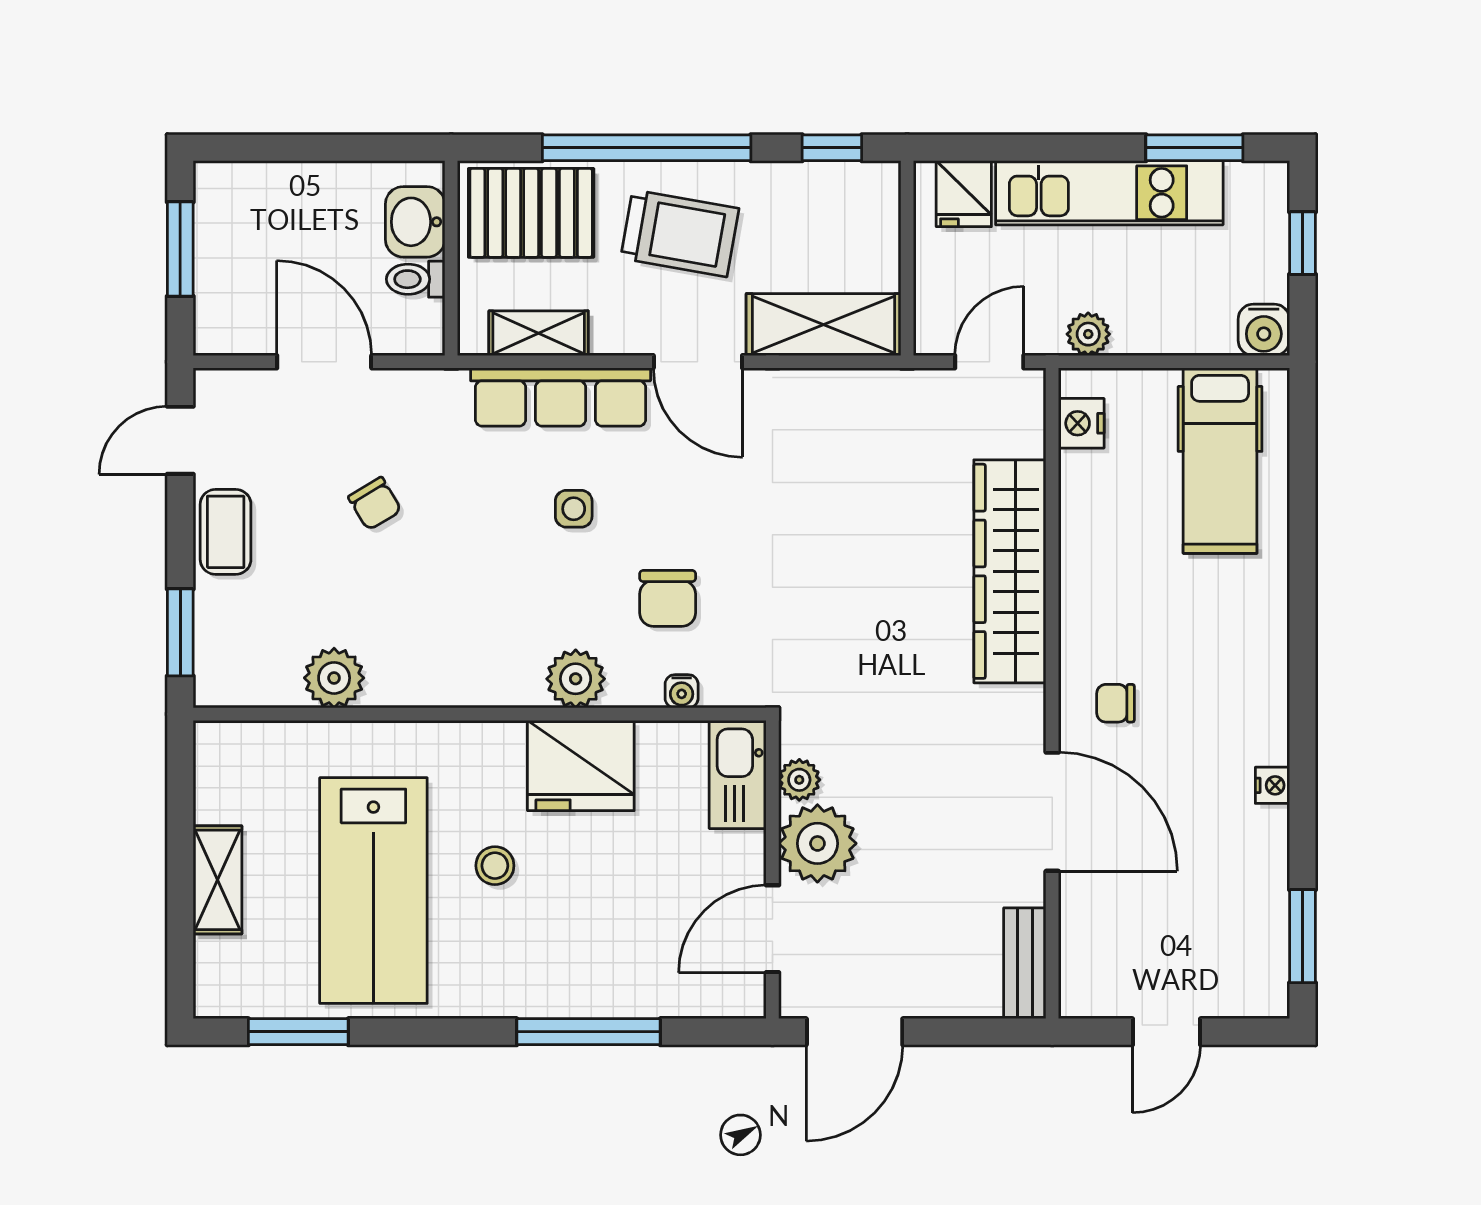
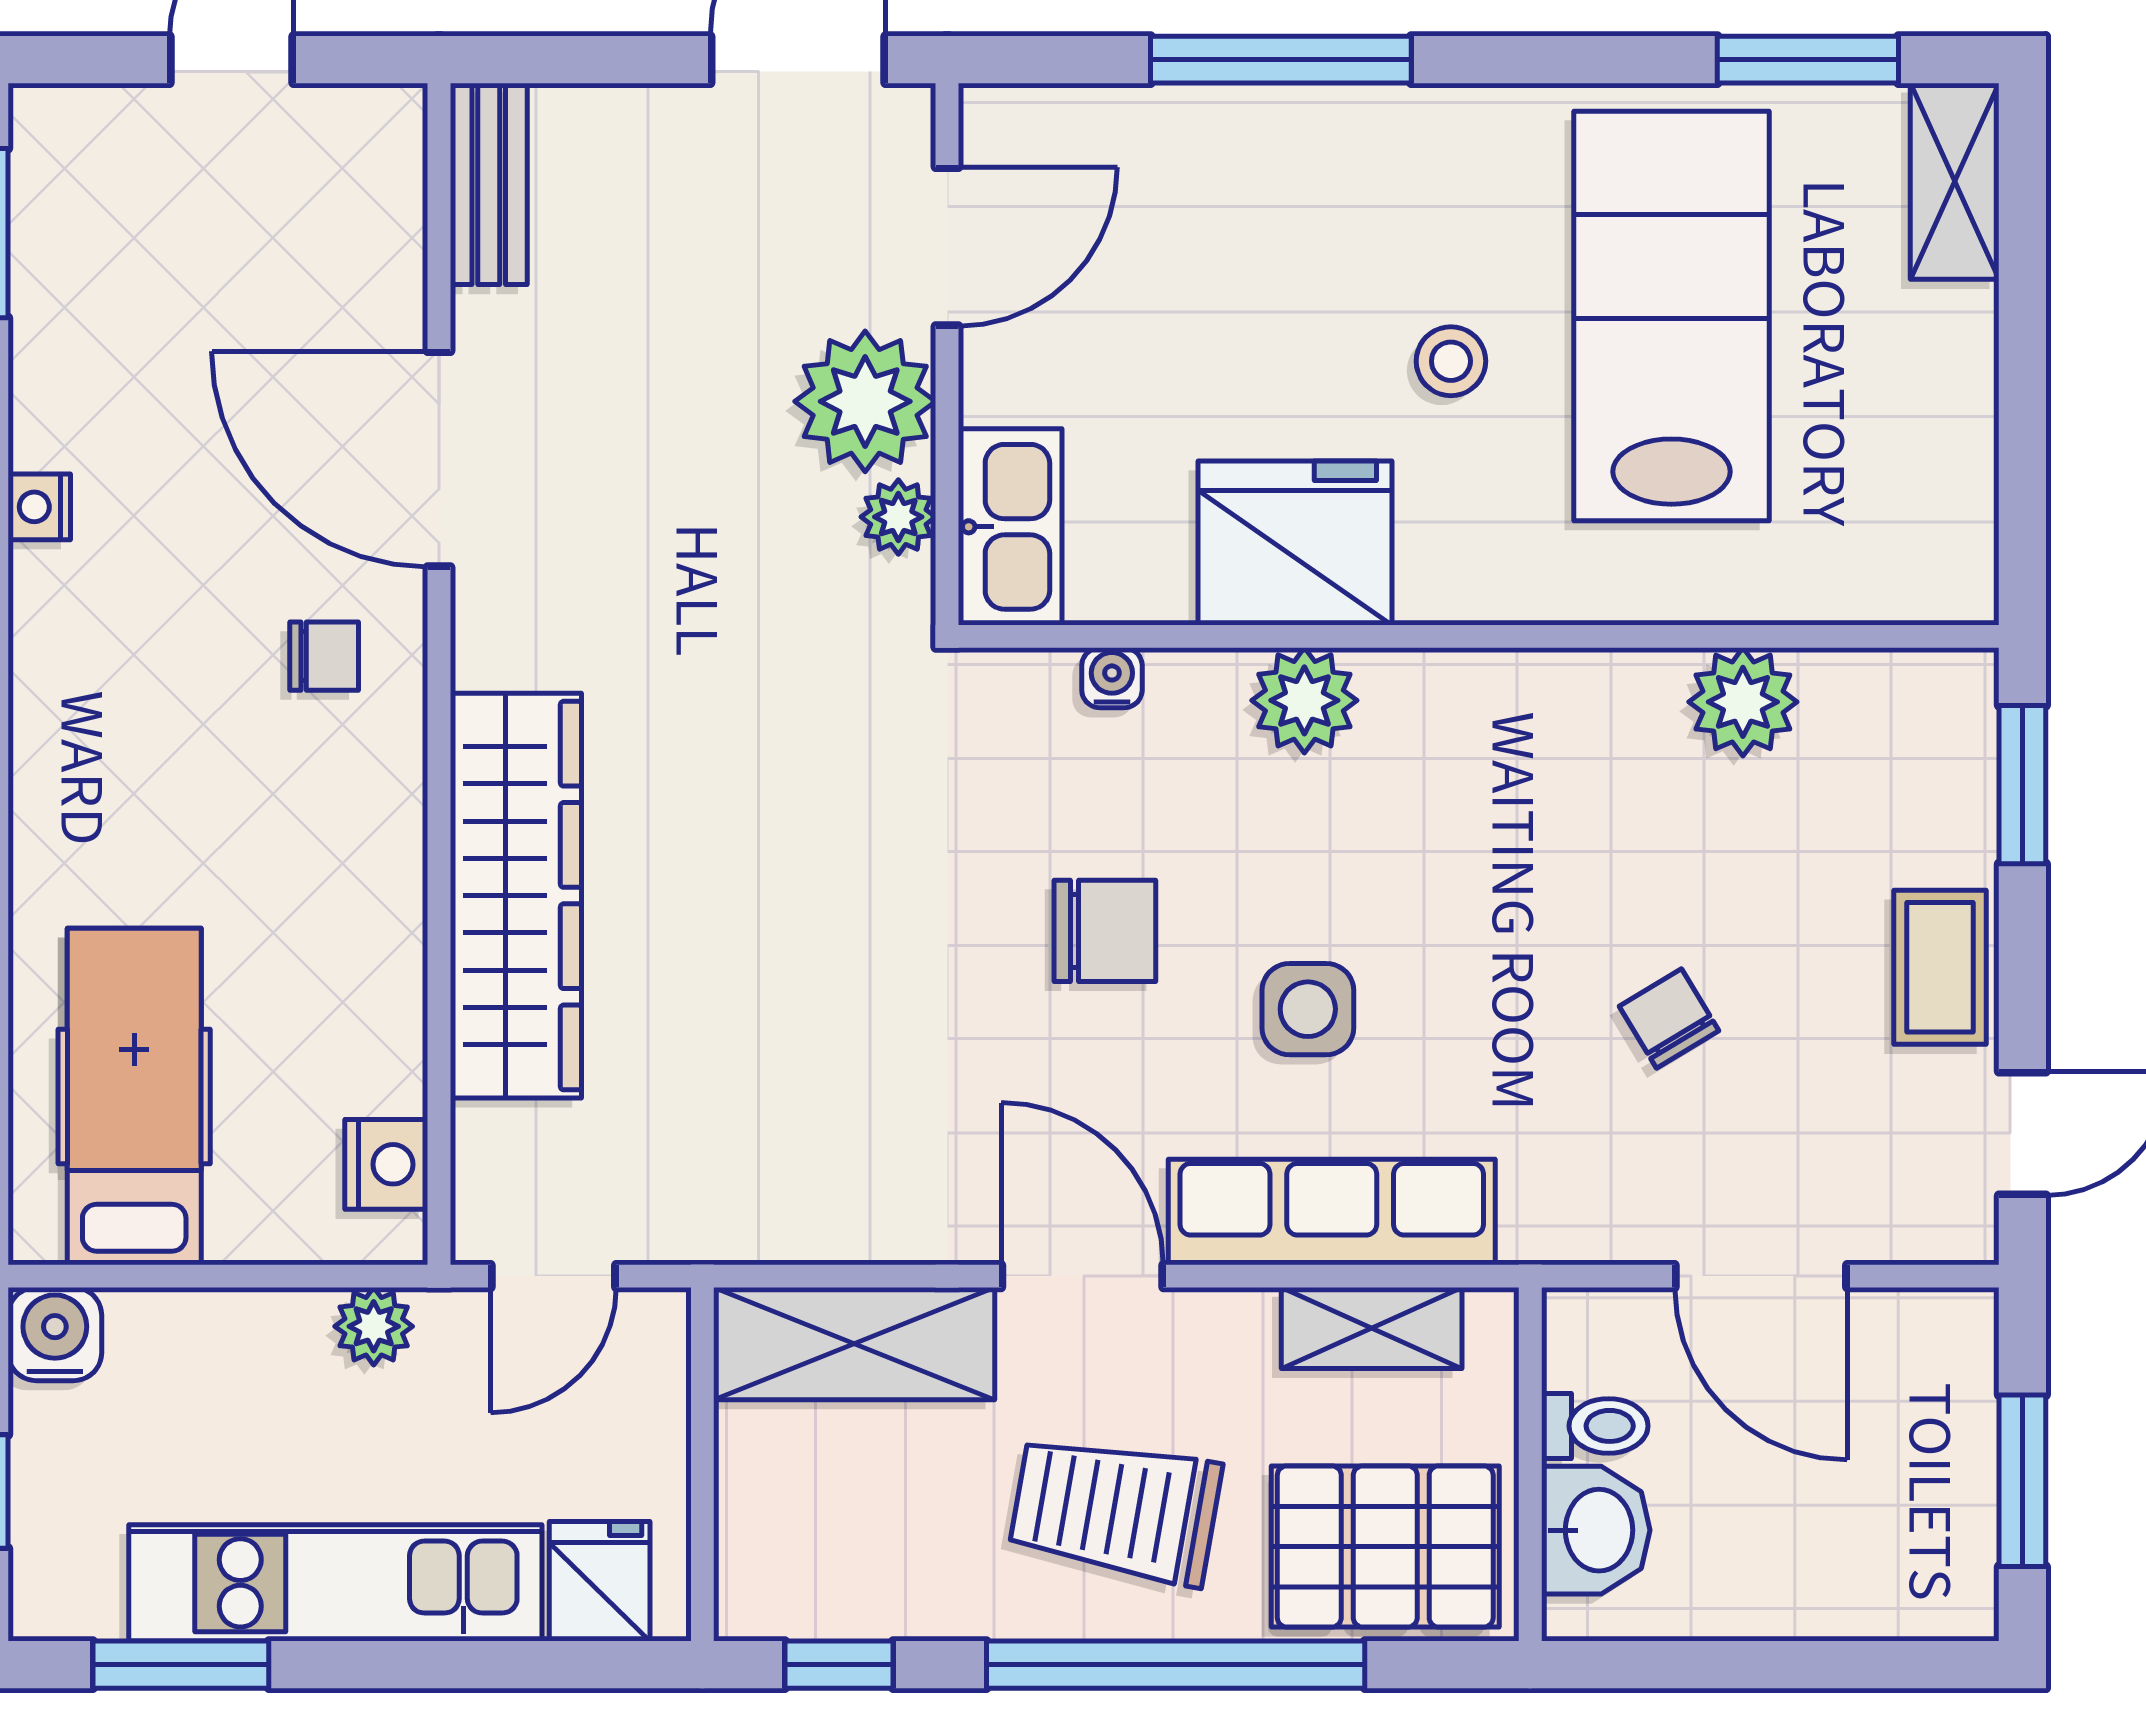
side table: (574, 509) -> (1308, 1009), width x1.37, depth x1.37
chair: (668, 598) -> (1105, 931), moved, turned 90
shelving: (217, 880) -> (1955, 181), moved

